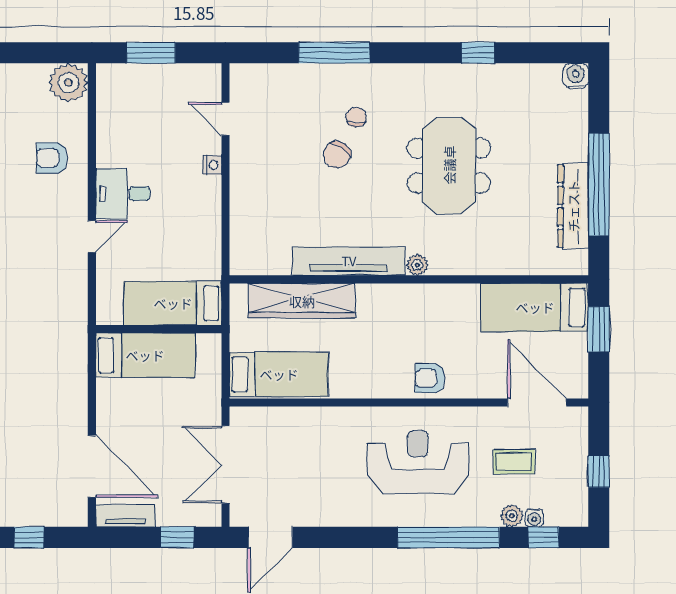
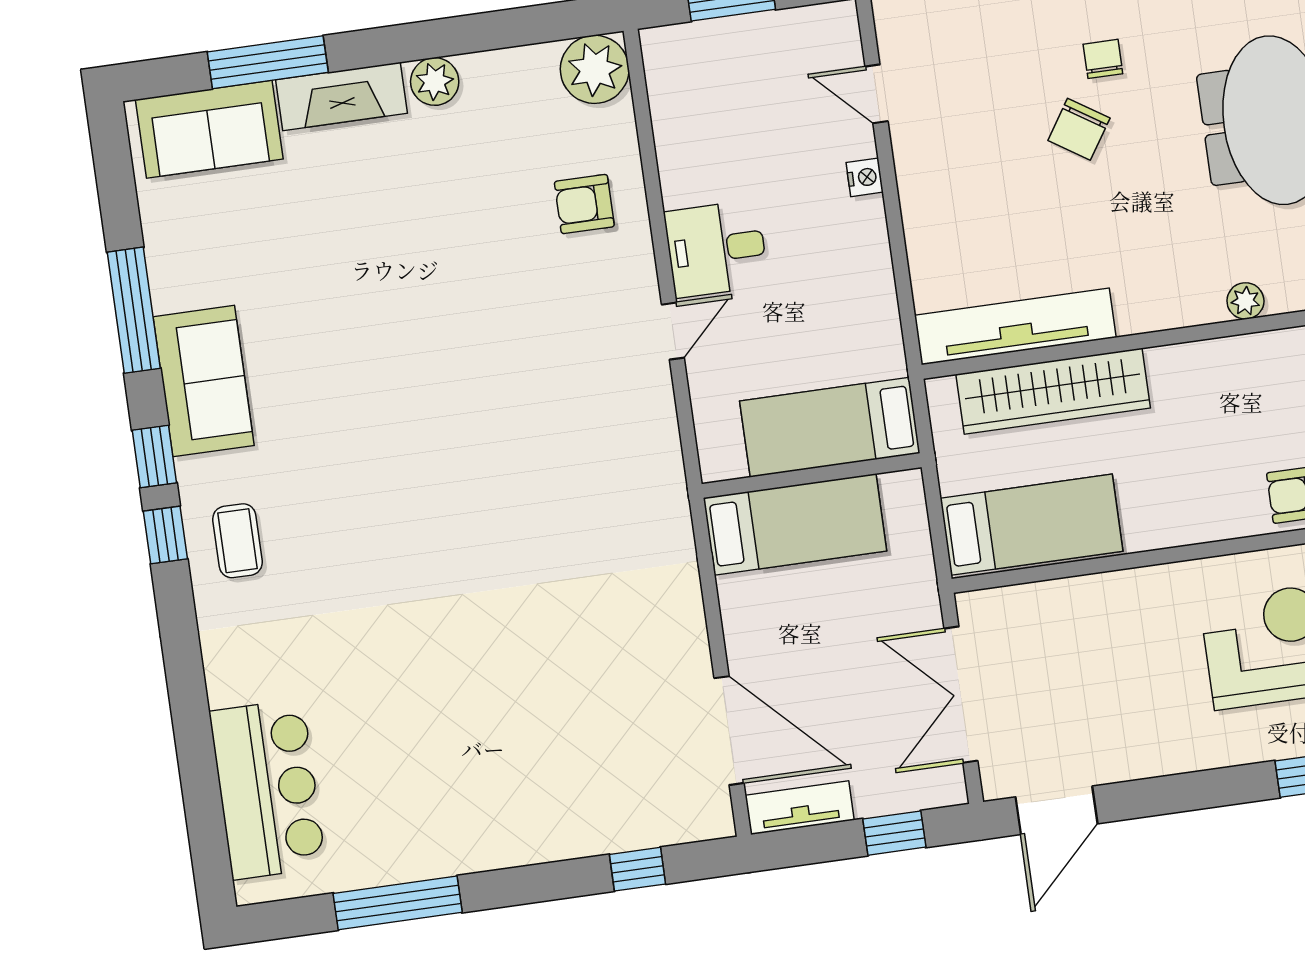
tv unit: (349, 261) -> (1015, 326), moved

